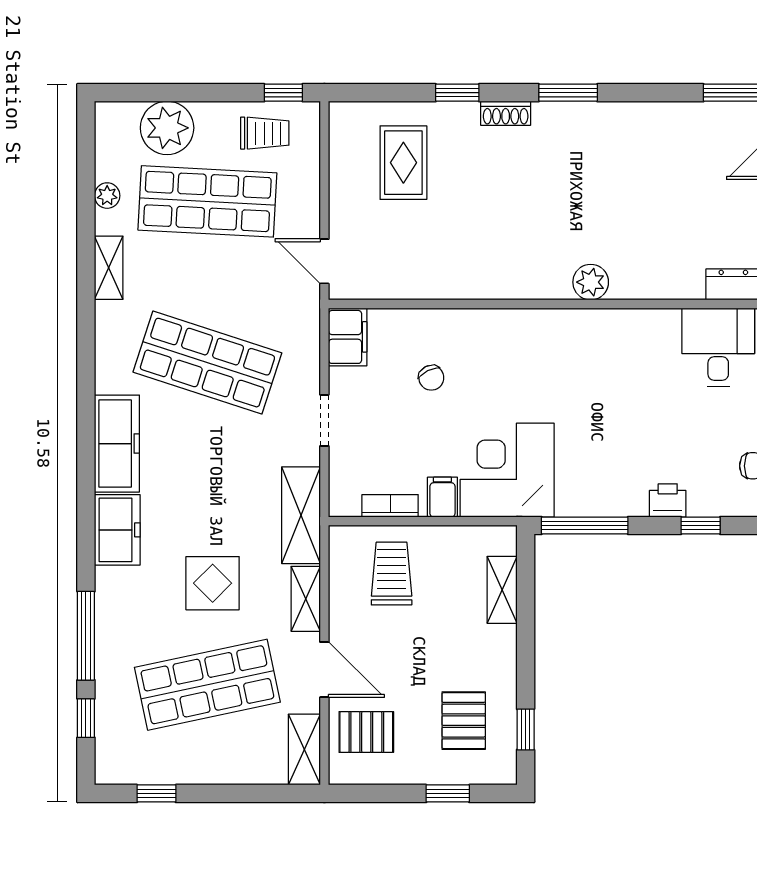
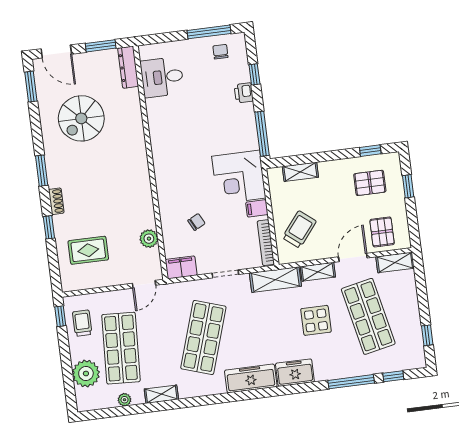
spiral stairs: (659, 182) -> (81, 118), added
plant: (591, 282) -> (149, 239), moved
bookcase: (390, 506) -> (266, 243), width x1.56
trolley: (392, 574) -> (299, 229), turned 129

